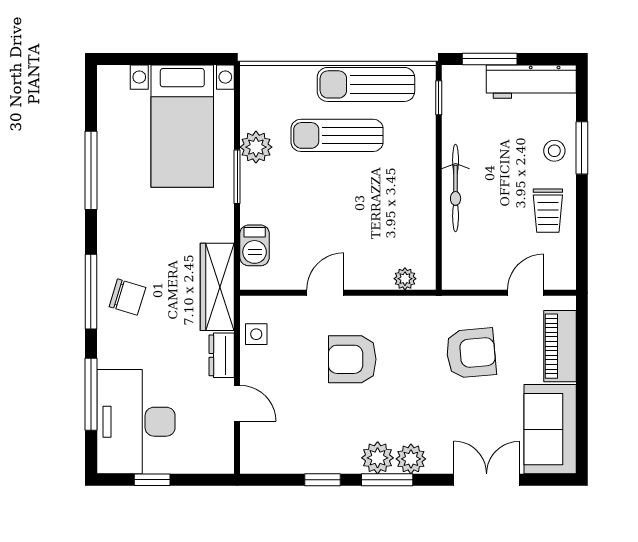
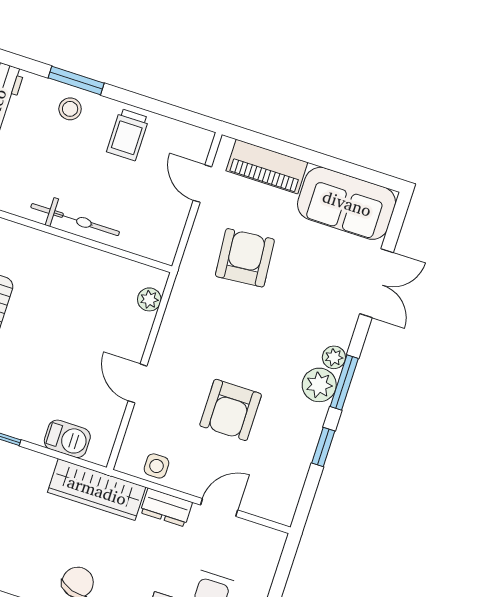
trolley: (548, 211) -> (128, 135), turned 90
armchair: (352, 359) -> (231, 410), moved
plant: (411, 459) -> (334, 357), width x0.73, depth x0.73
double door: (487, 480) -> (377, 283), swing flipped

